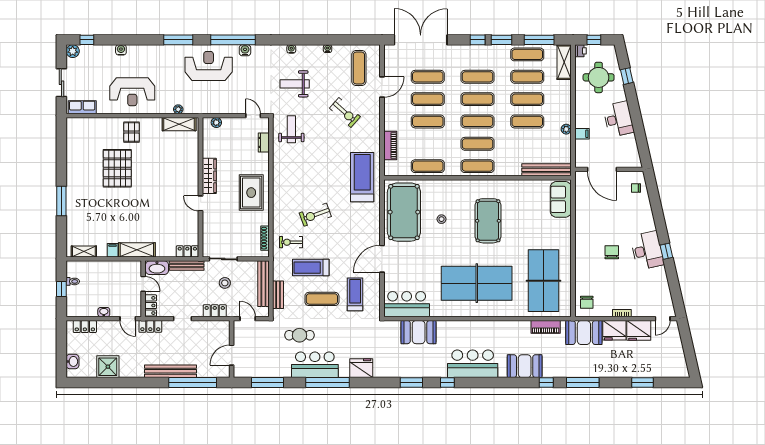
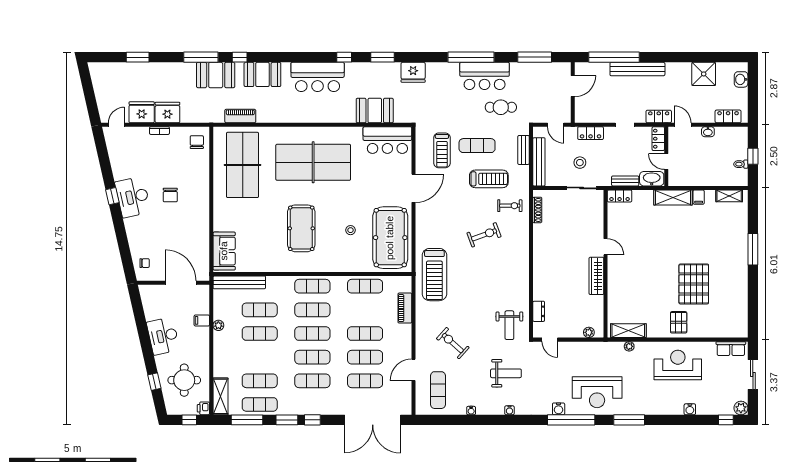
exercise mat: (527, 99) -> (260, 310), moved
rug: (251, 193) -> (552, 258), removed
bench: (187, 266) -> (625, 181), width x0.73
booth: (584, 332) -> (216, 75), moved
fridge: (361, 368) -> (413, 72), moved

